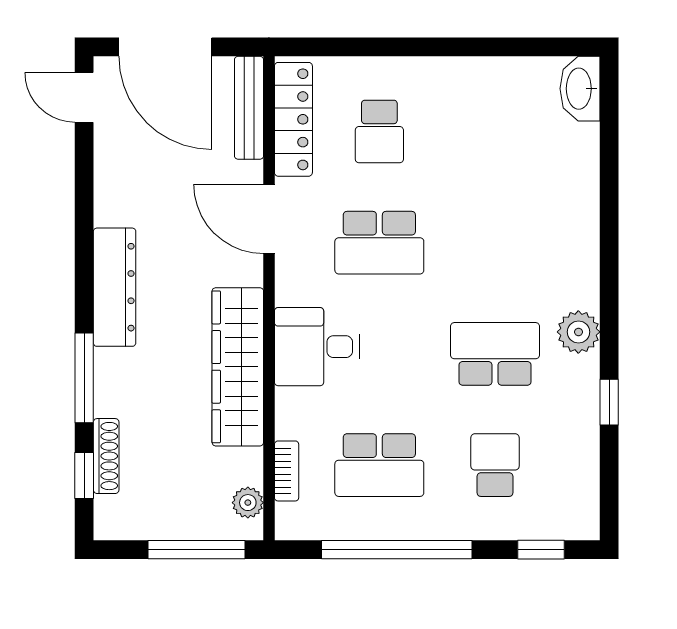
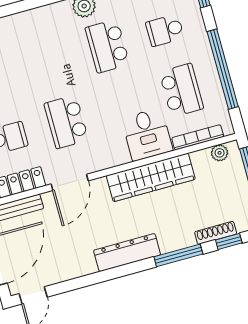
school desk: (379, 243) -> (66, 122), turned 180
desk: (317, 347) -> (147, 134), moved
bookcase: (287, 471) -> (198, 137), width x1.56

